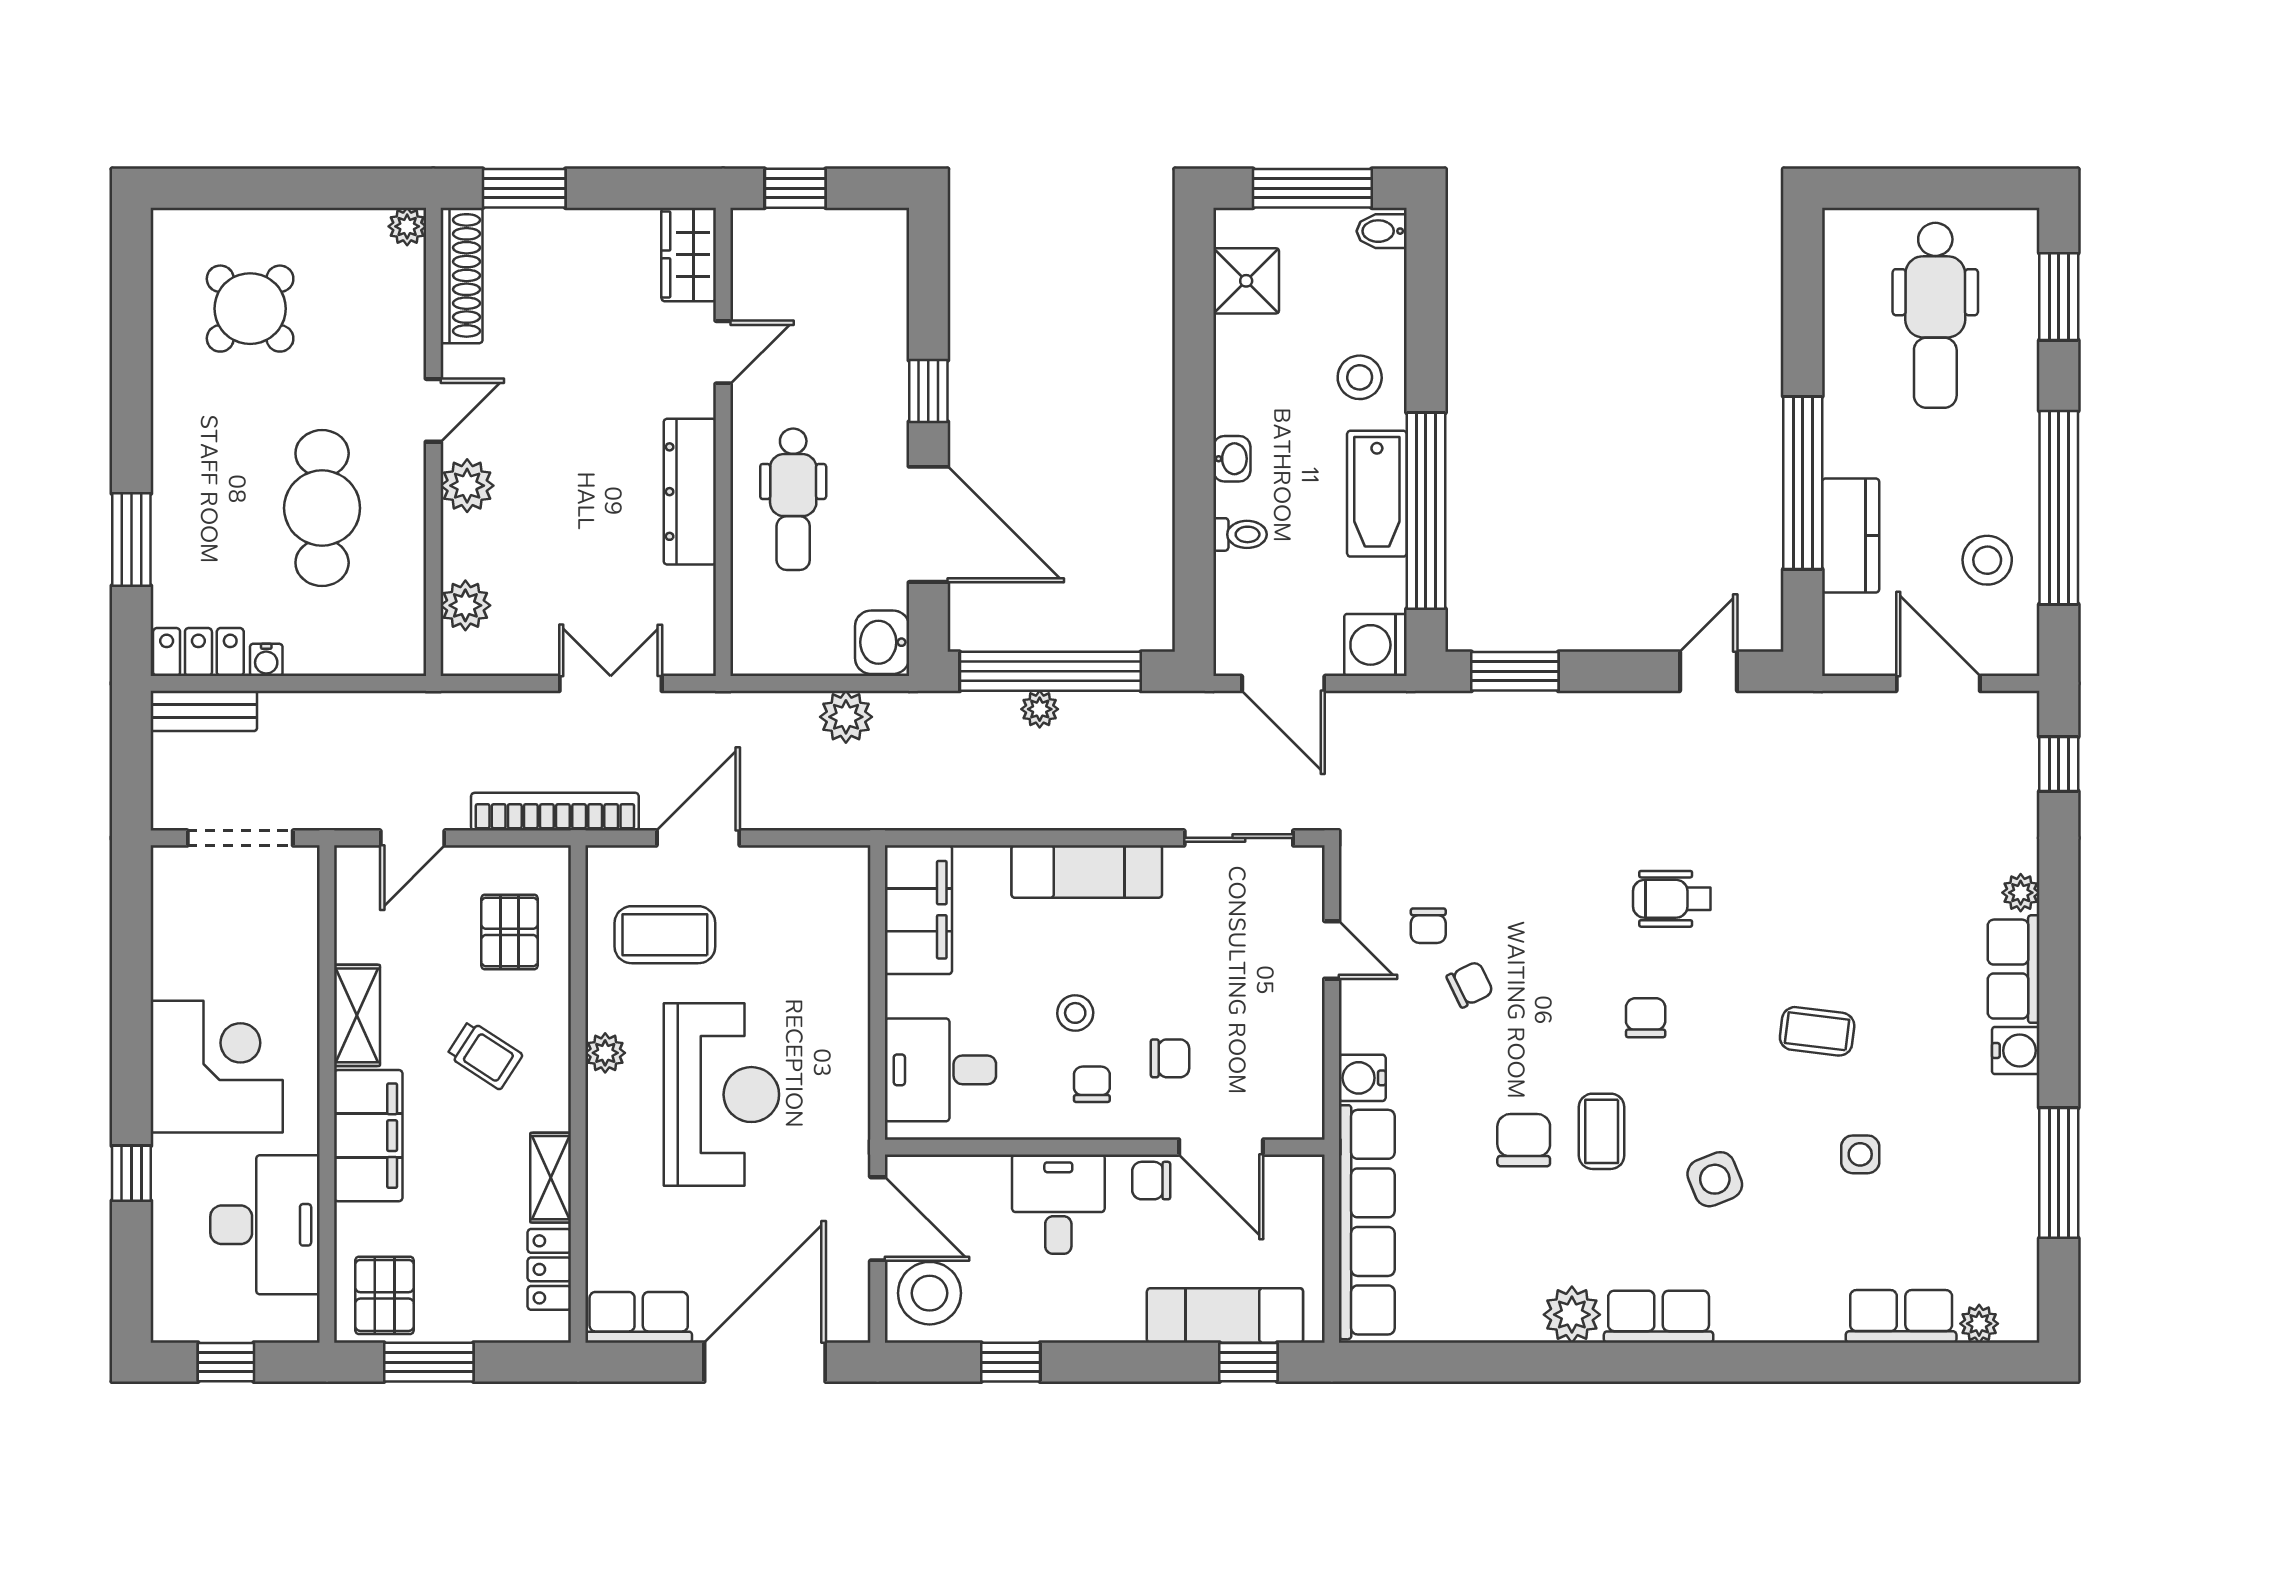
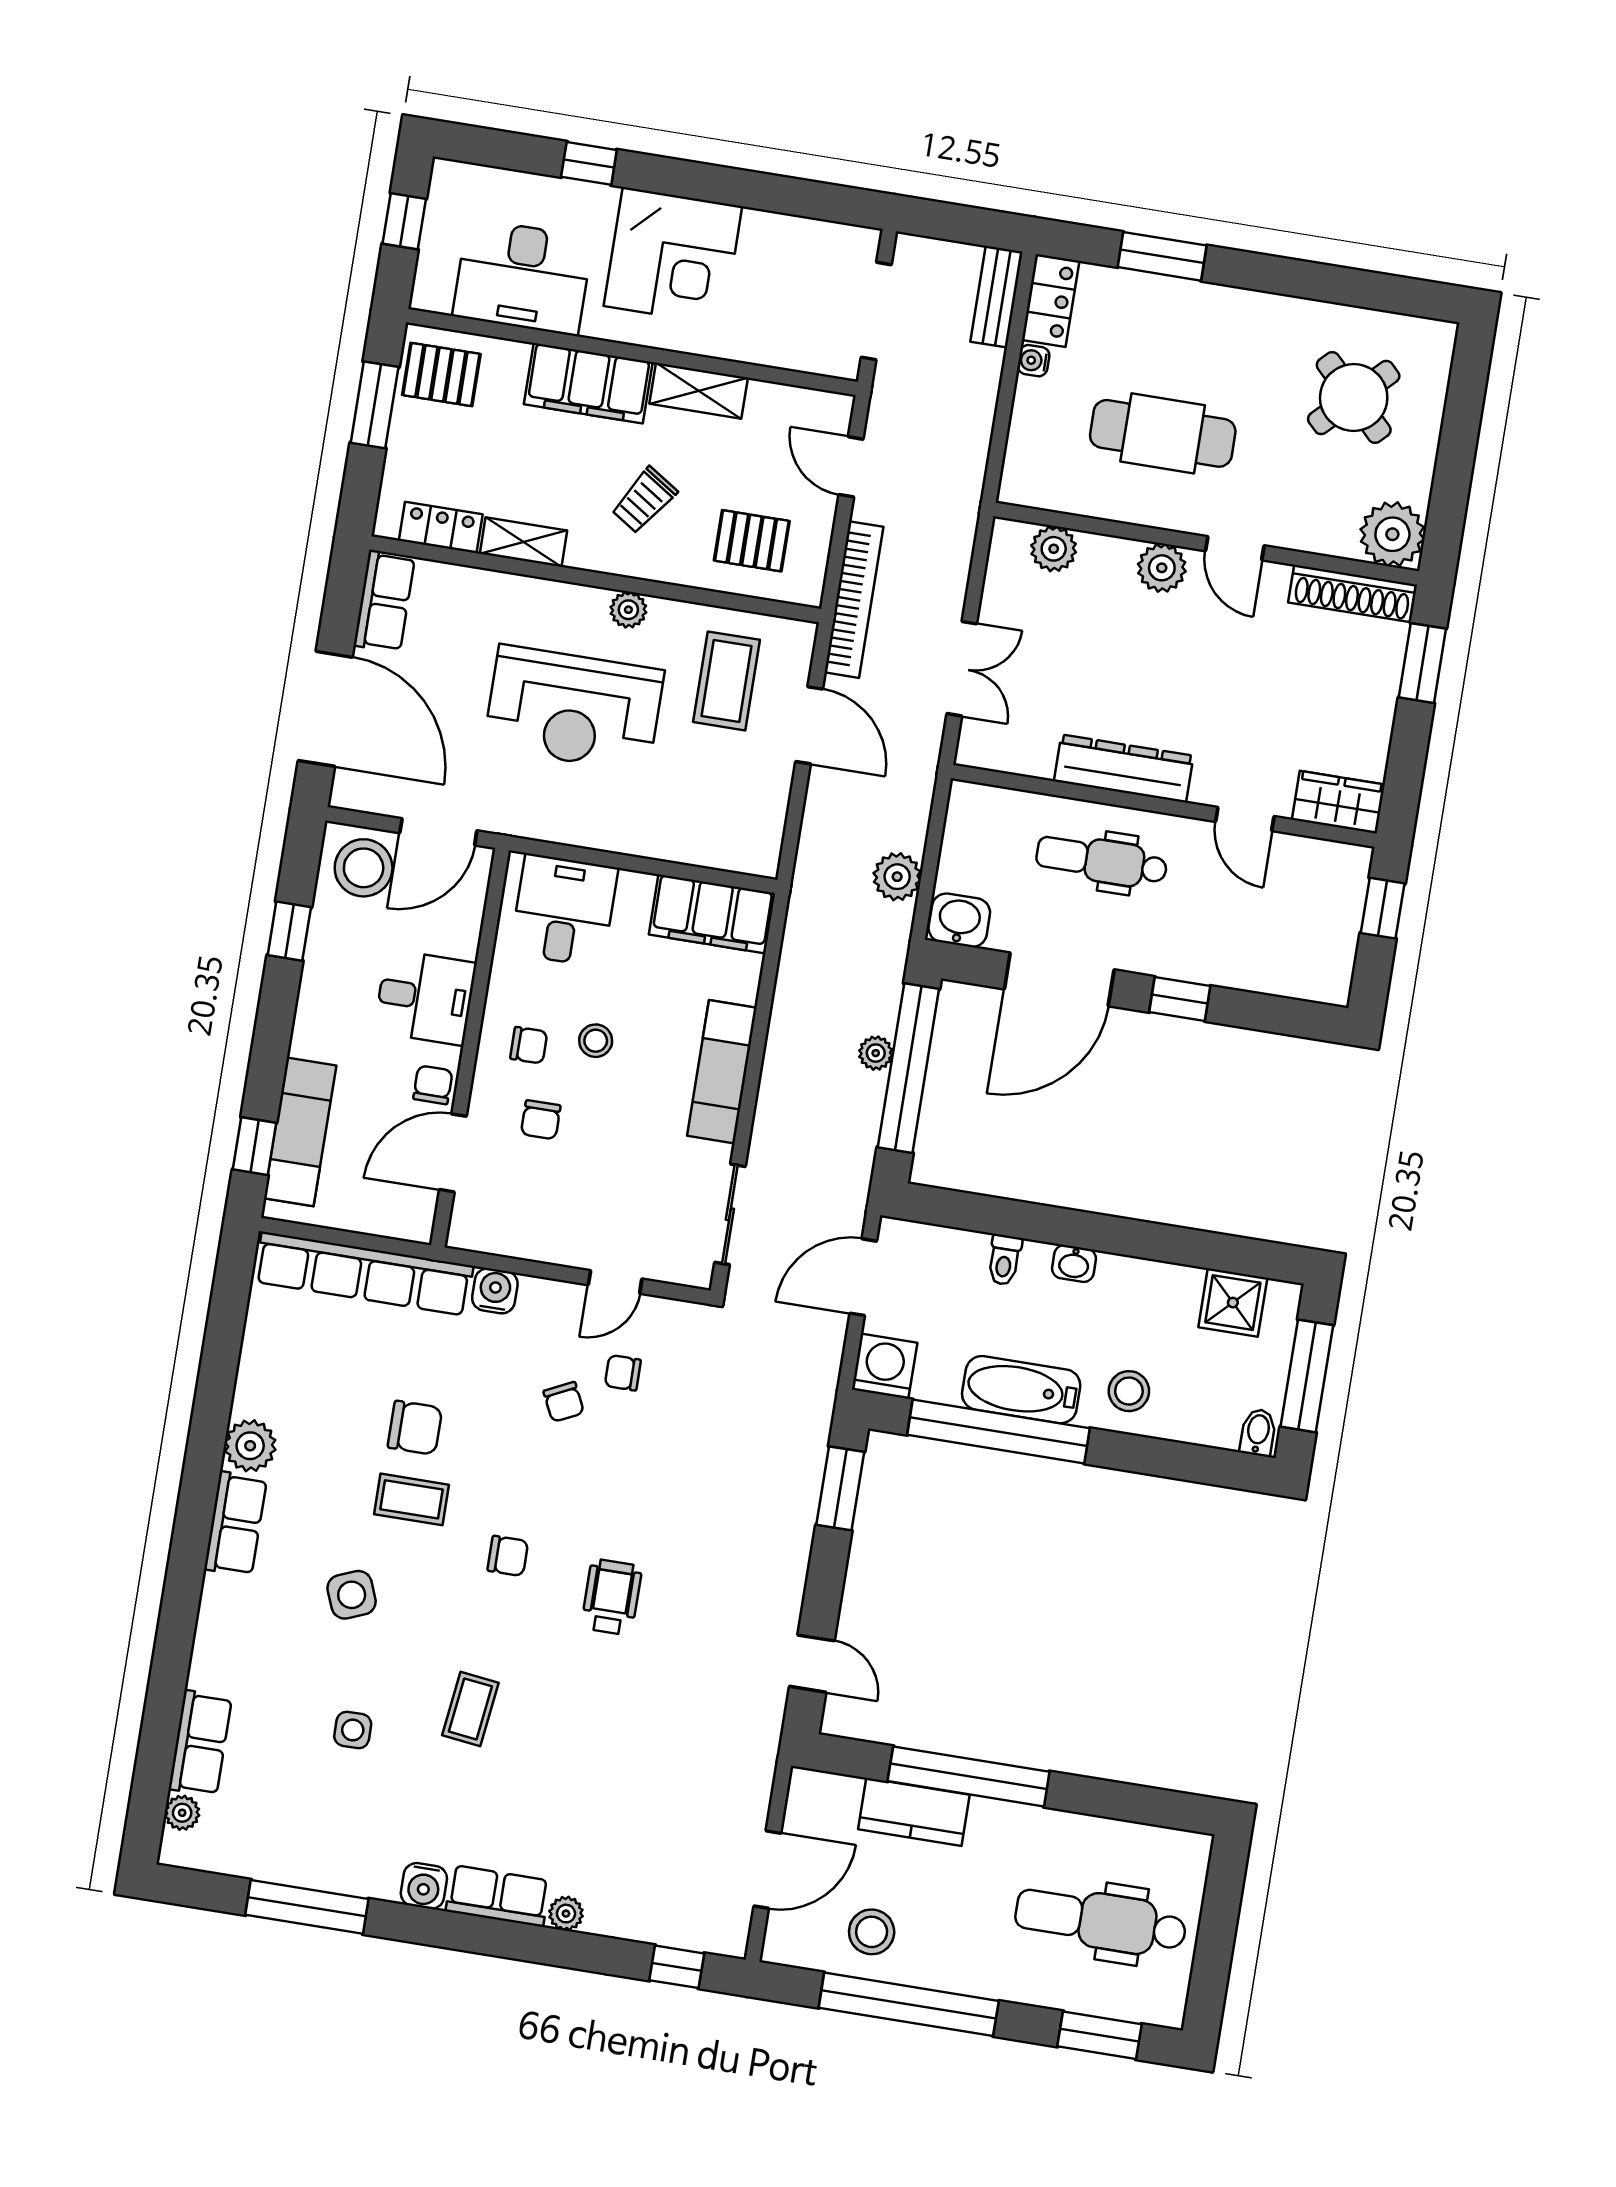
plant: (407, 226) -> (1392, 534), width x1.88, depth x1.88

